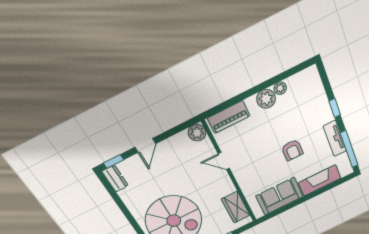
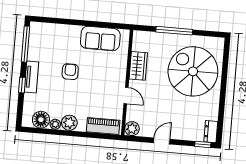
floor lamp: (298, 84) -> (41, 120), added
tv unit: (335, 139) -> (31, 77), moved
door: (145, 145) -> (162, 141), moved
fireplace: (320, 180) -> (61, 32), removed
wardrobe: (236, 207) -> (138, 66), moved

